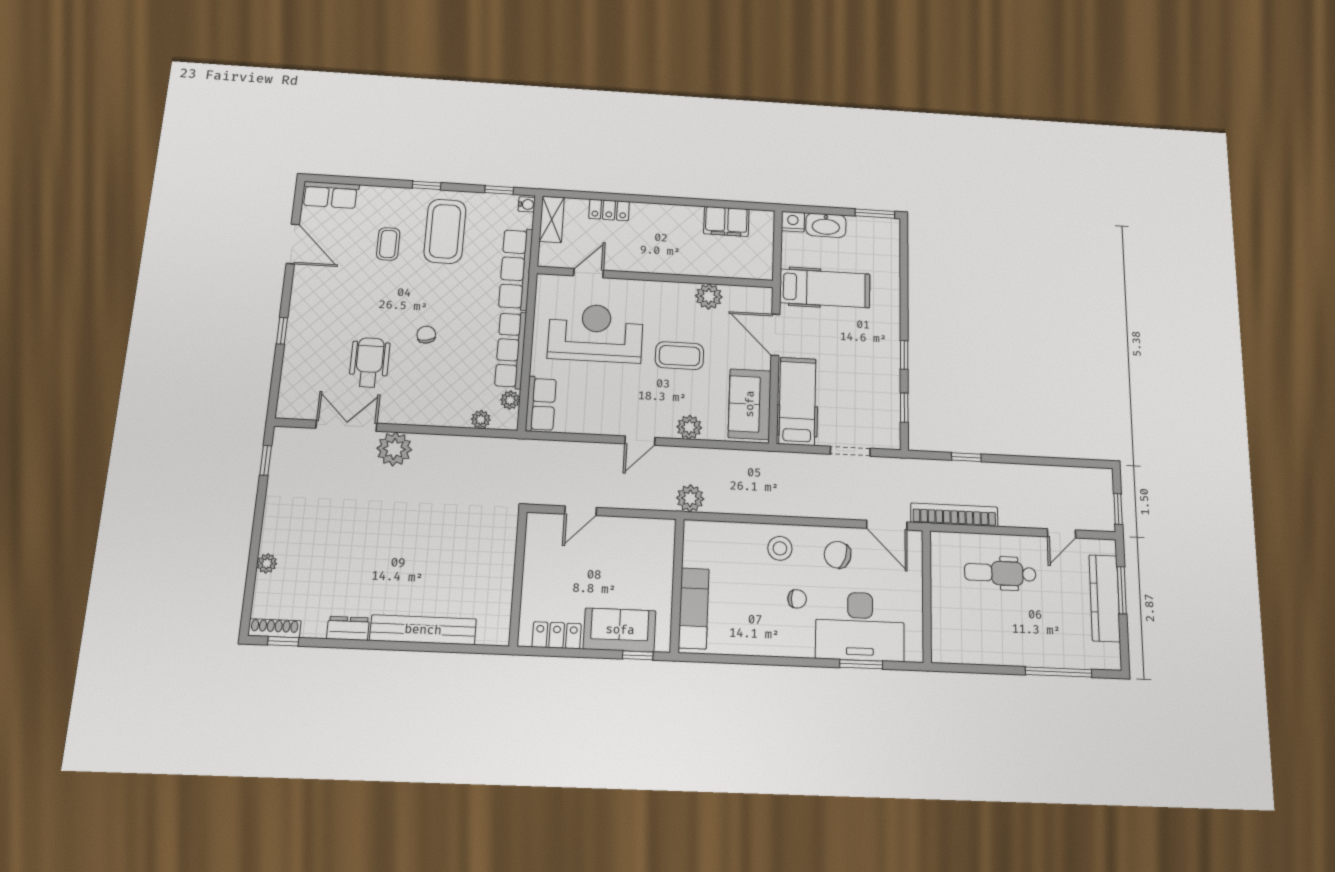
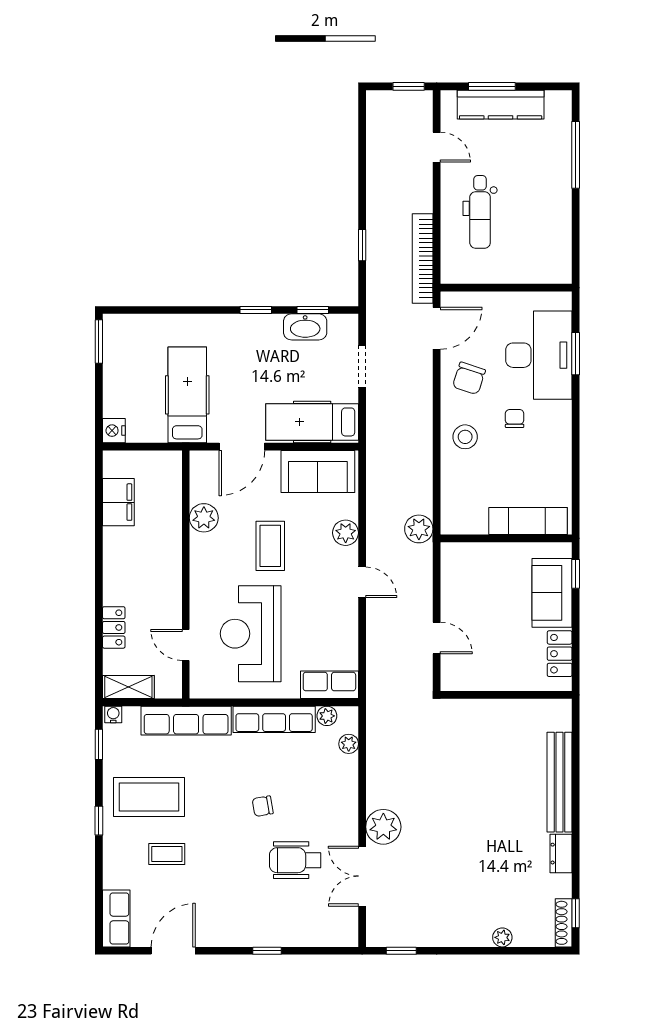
washbasin: (826, 225) -> (305, 327), moved, turned 90

